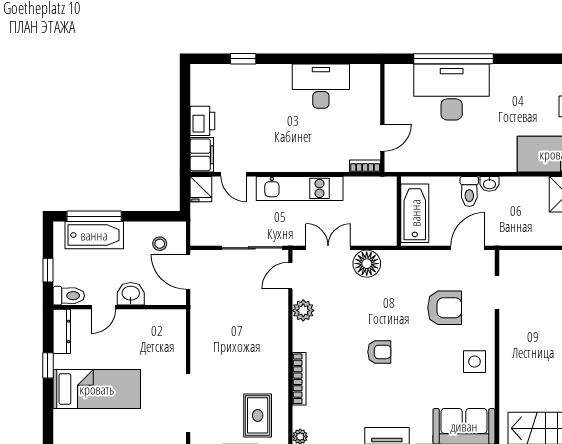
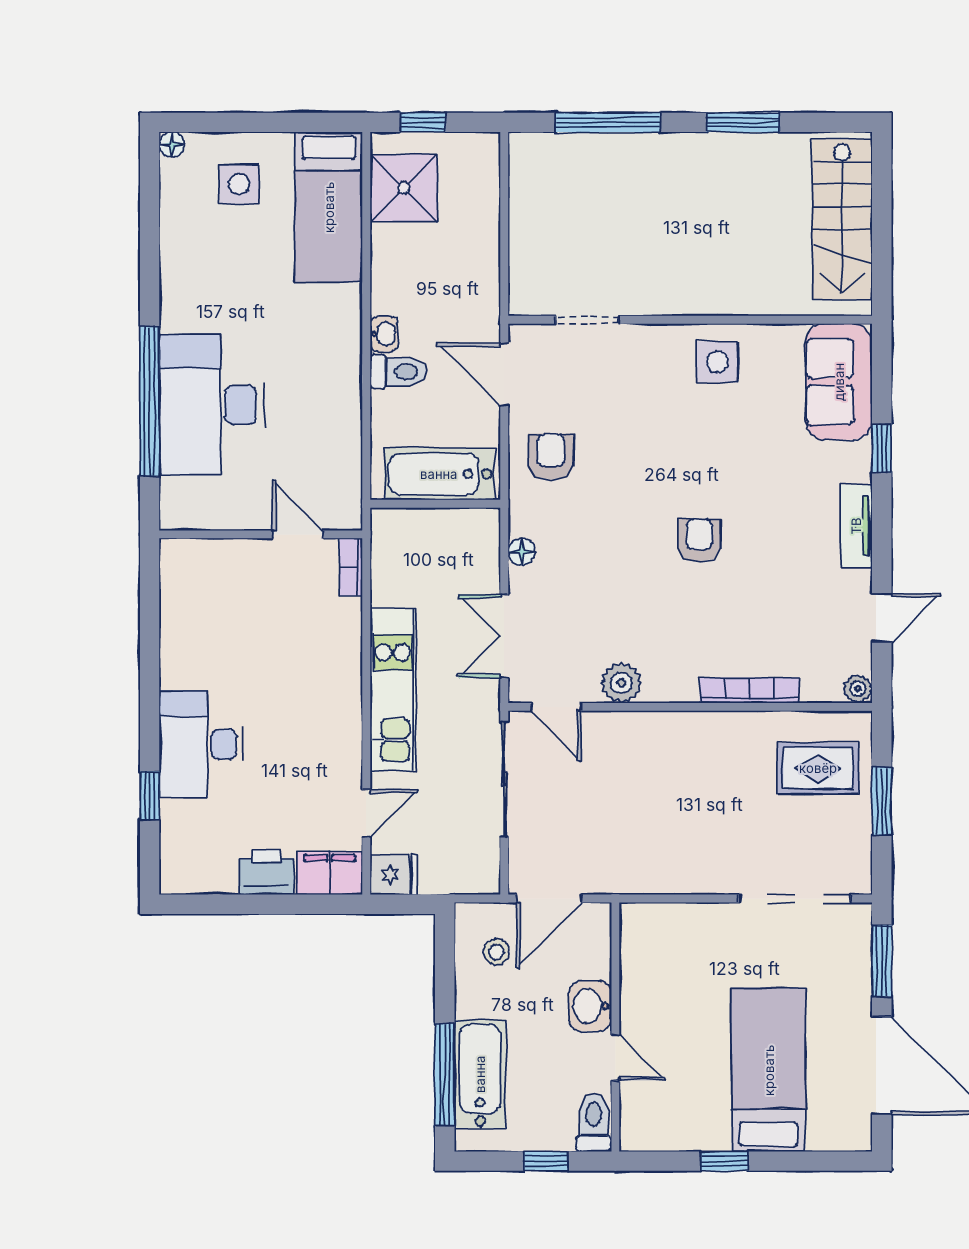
desk: (321, 86) -> (201, 744), moved
floor lamp: (367, 264) -> (522, 552), width x0.53, depth x0.53
armchair: (445, 308) -> (551, 456), moved, width x0.72, depth x0.72
dresser: (62, 331) -> (661, 1135), removed

